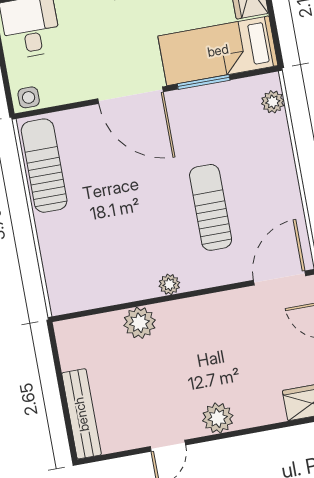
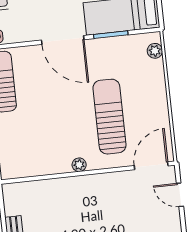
sun lounger: (211, 207) -> (109, 117), width x1.36, depth x1.34
plant: (140, 323) -> (58, 188), removed

